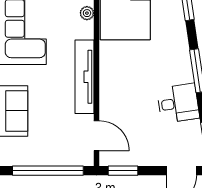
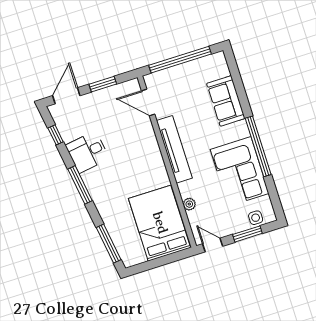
window: (123, 171) -> (103, 84), moved

